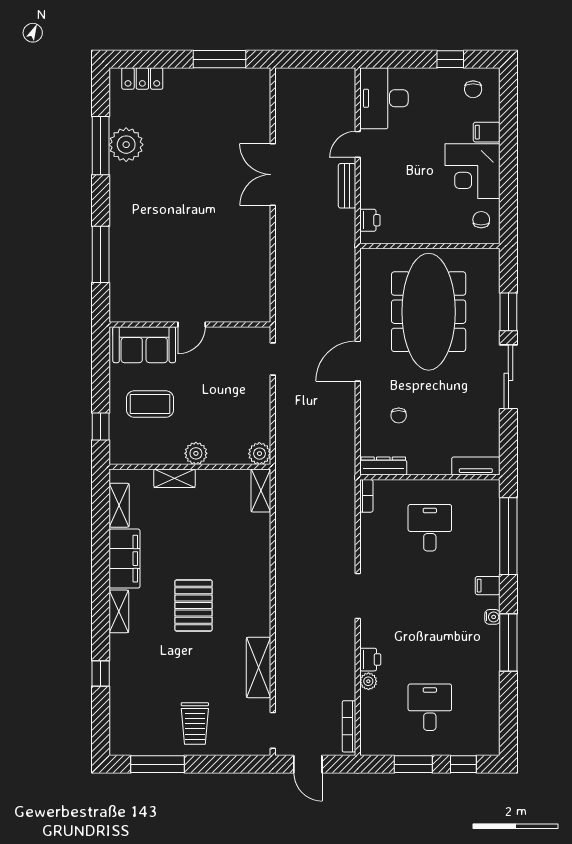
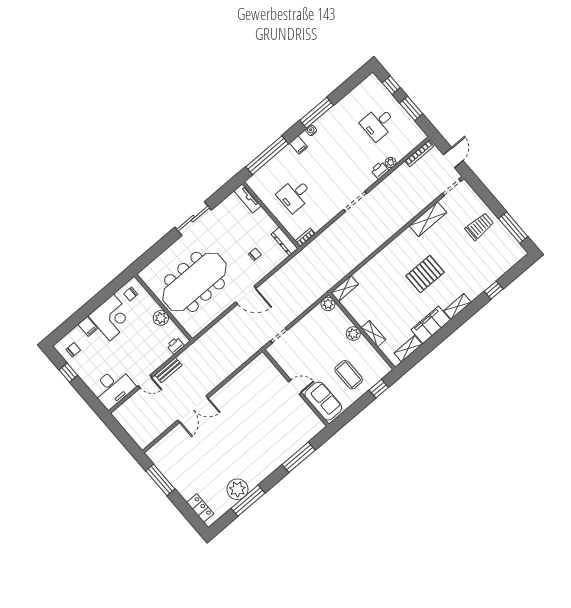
plant: (420, 232) -> (161, 318), added
window: (508, 312) -> (163, 245), removed

